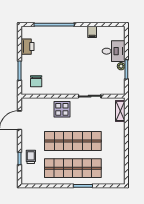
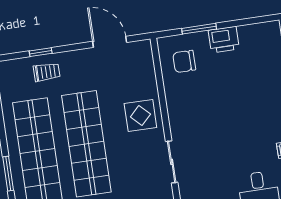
printer: (27, 47) -> (224, 40), moved

